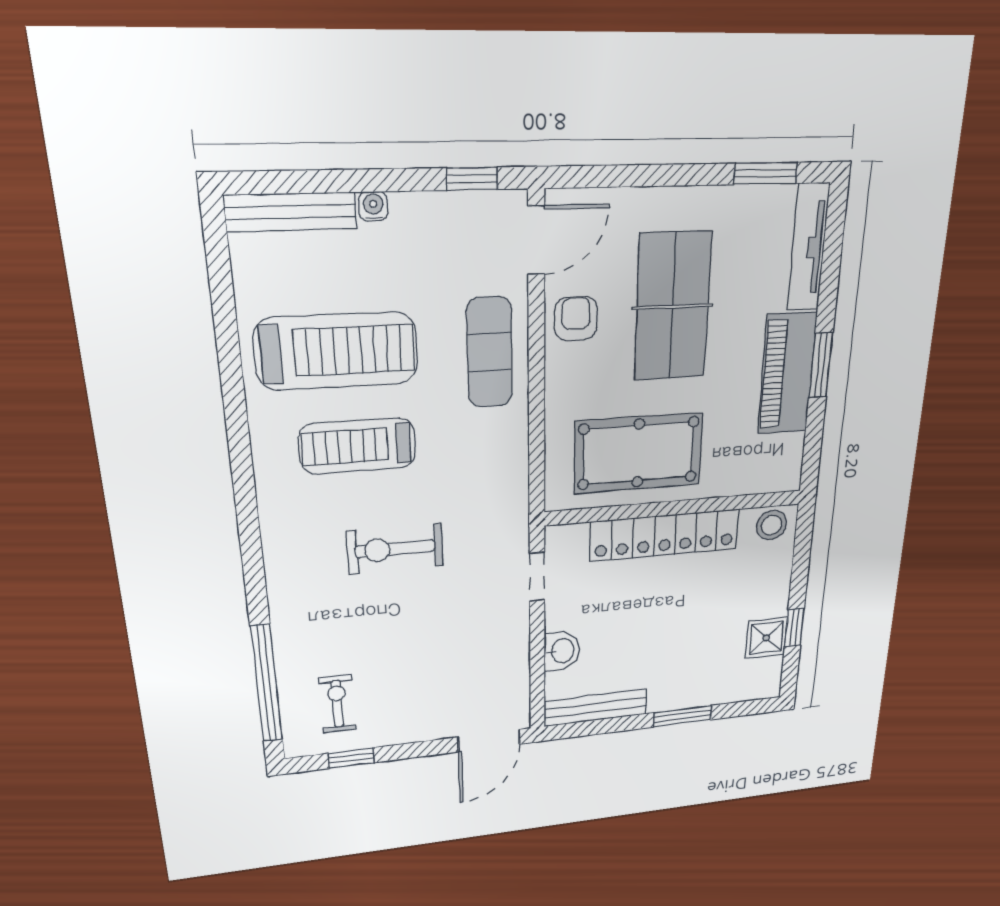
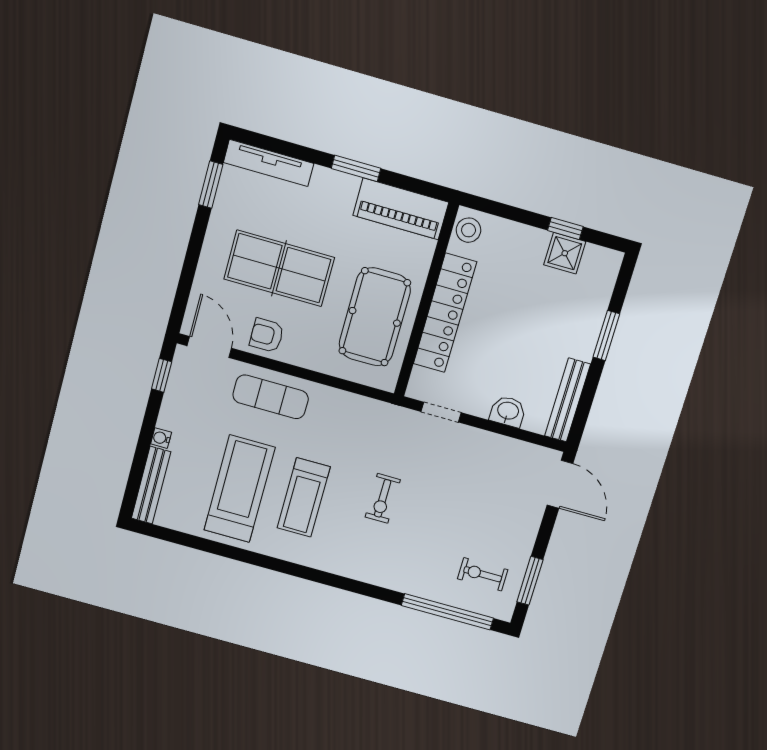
piano: (787, 374) -> (401, 209), moved
exercise bike: (395, 549) -> (383, 498), width x0.73, depth x0.72
window: (351, 758) -> (530, 581), width x1.50

